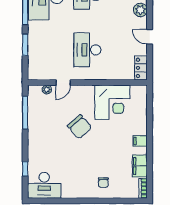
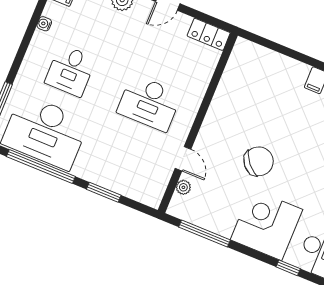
corner desk: (112, 102) -> (266, 225), moved, turned -90

